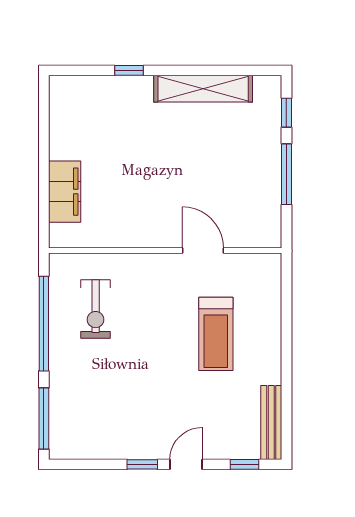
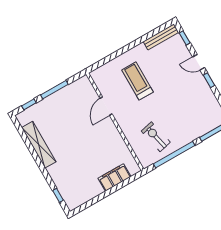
window: (129, 70) -> (58, 195), moved
exercise bike: (96, 309) -> (156, 137), turned -103
treadmill: (216, 334) -> (137, 81), turned -90

